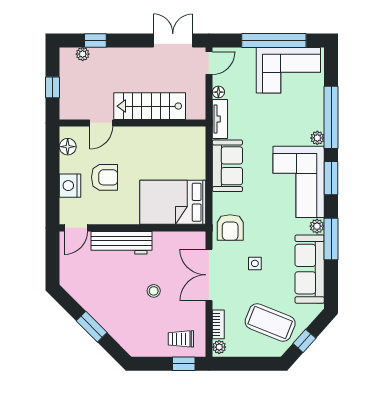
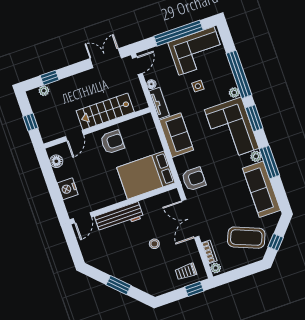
armchair: (105, 177) -> (112, 142), moved
armchair: (230, 228) -> (194, 179), turned -90
side table: (255, 263) -> (198, 86), moved

